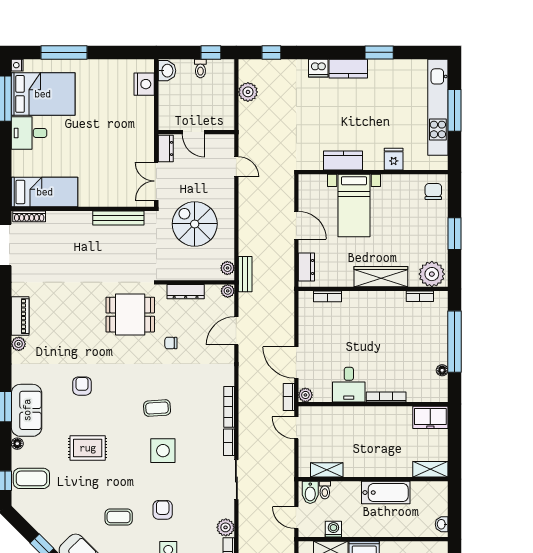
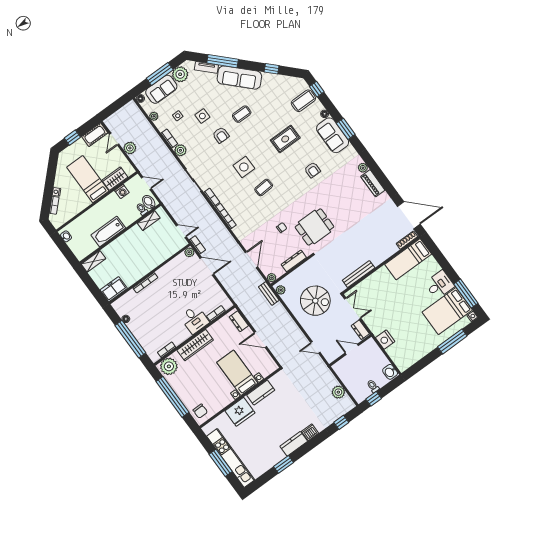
nightstand: (144, 84) -> (385, 340), moved
fridge: (394, 159) -> (240, 412), width x1.88, depth x1.34
window: (455, 234) -> (173, 397), width x2.11
desk: (349, 385) -> (195, 319), moved, turned 180

